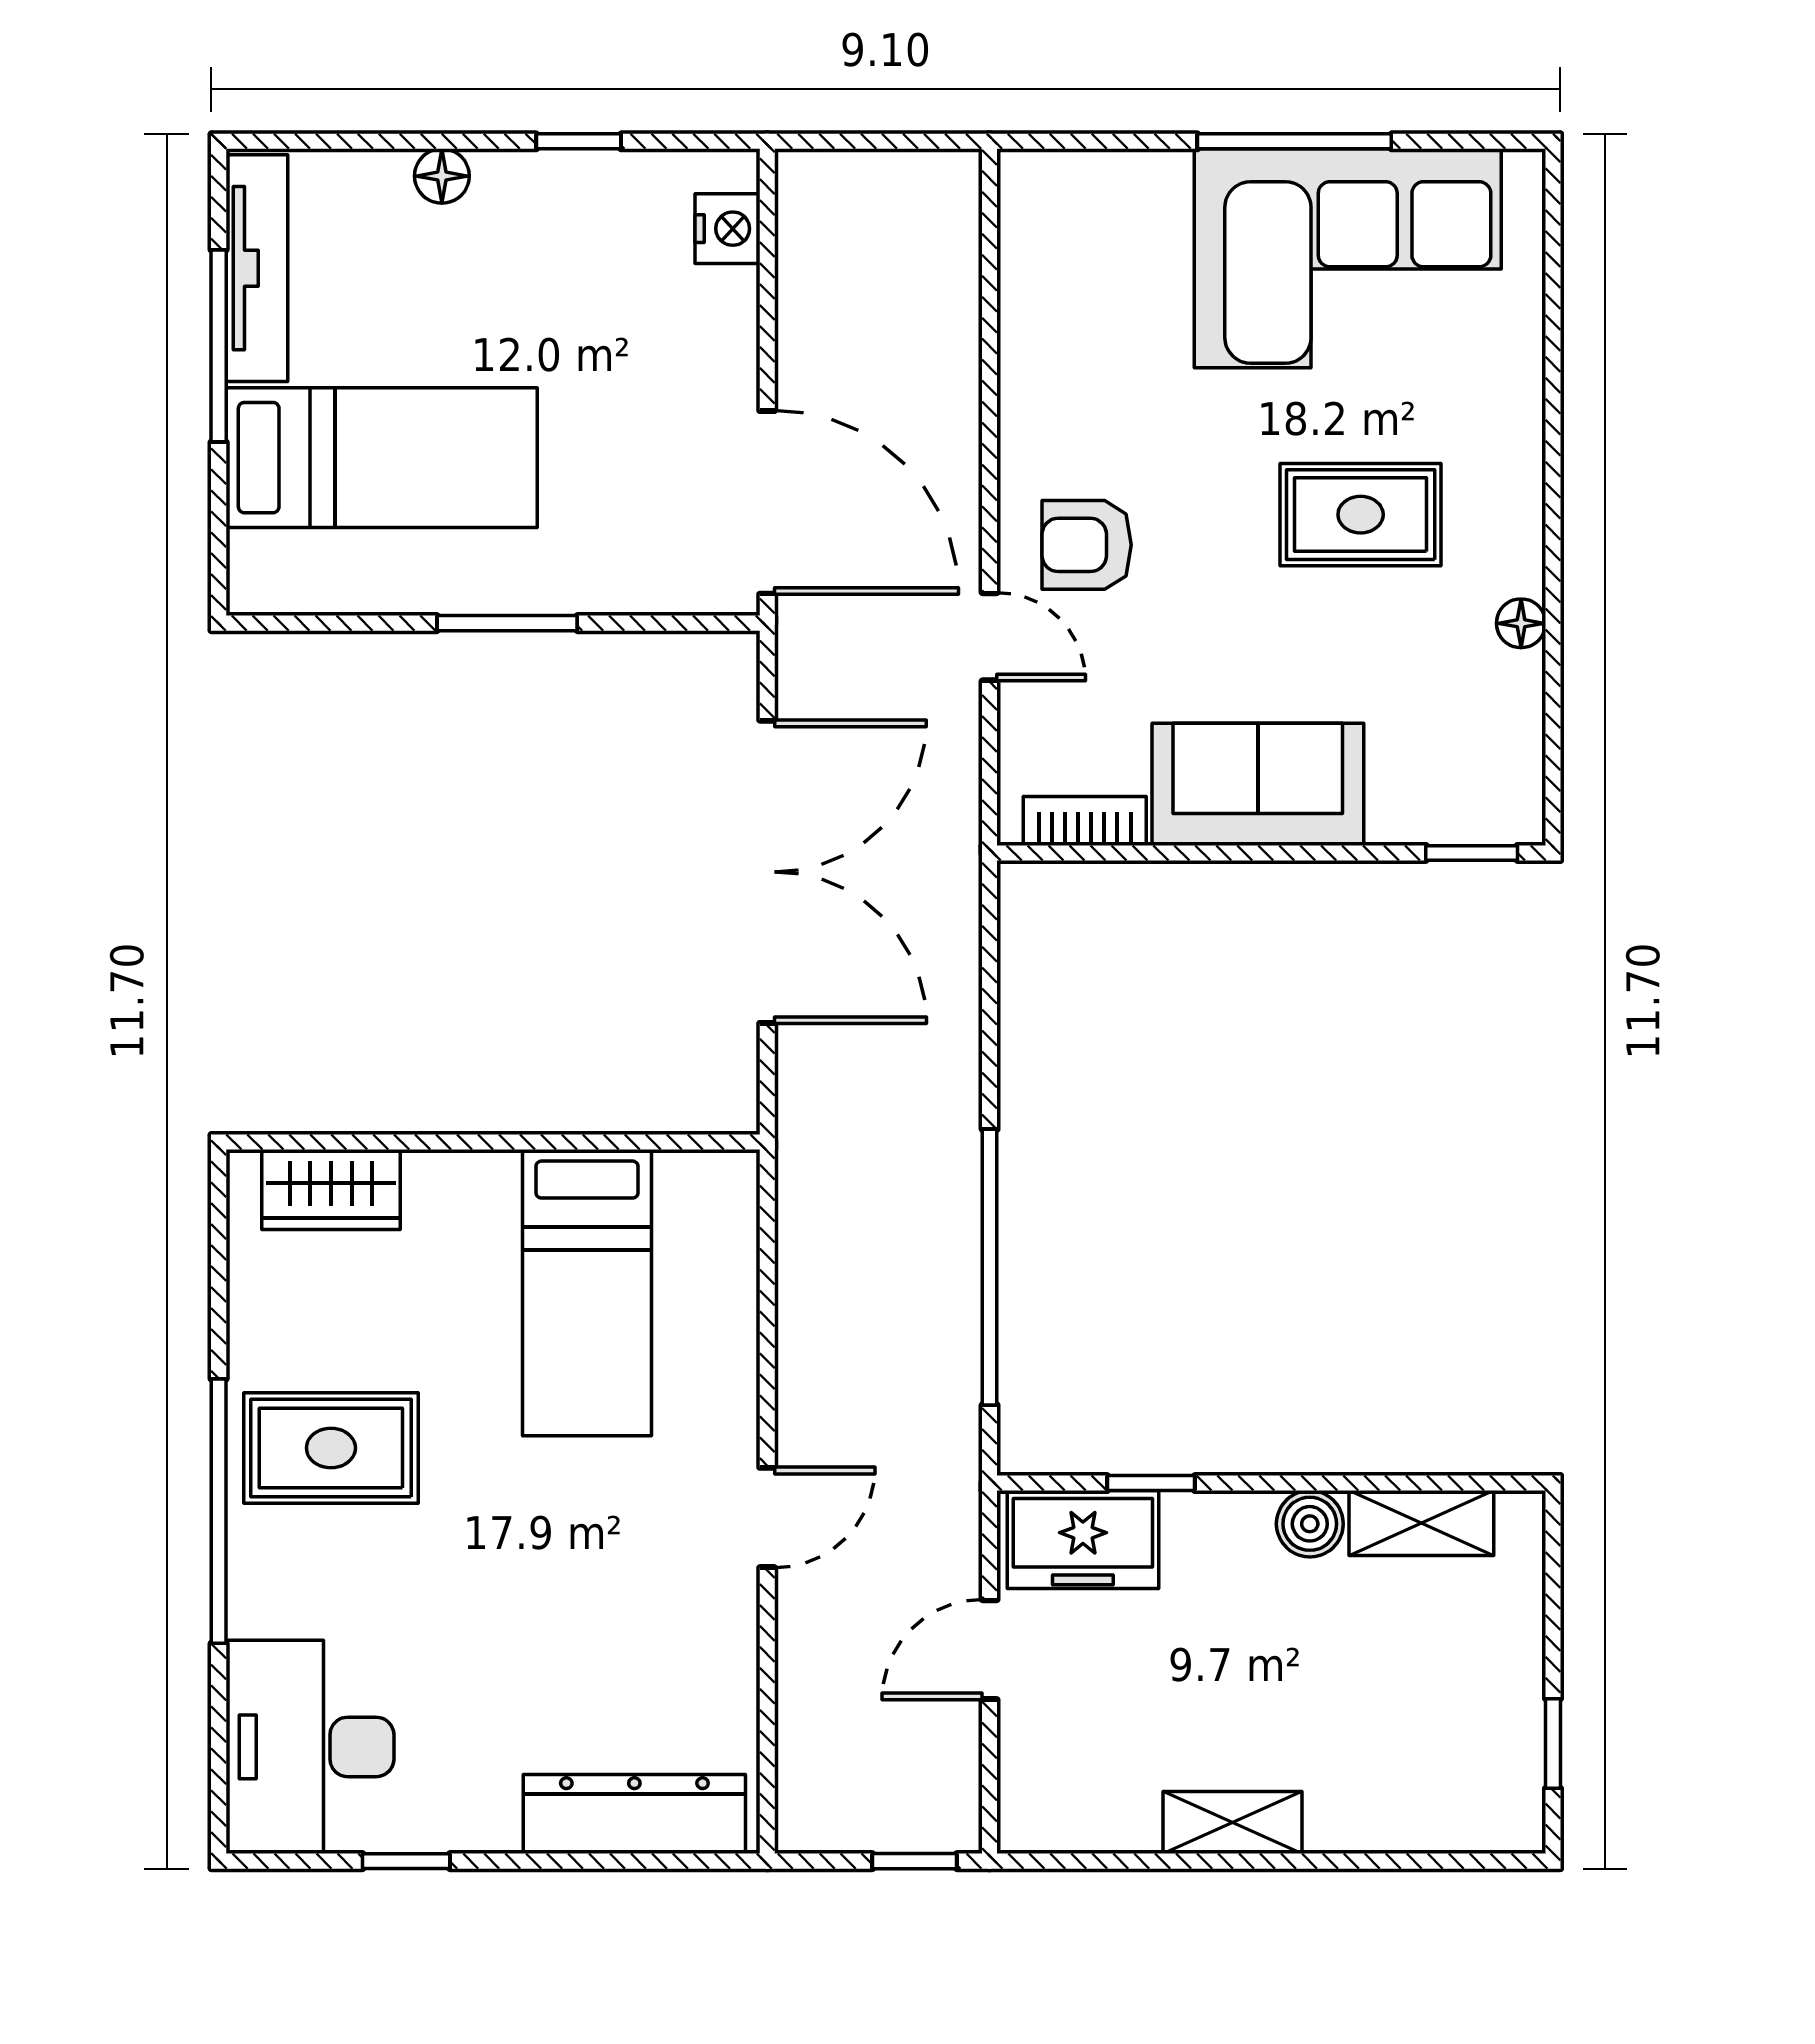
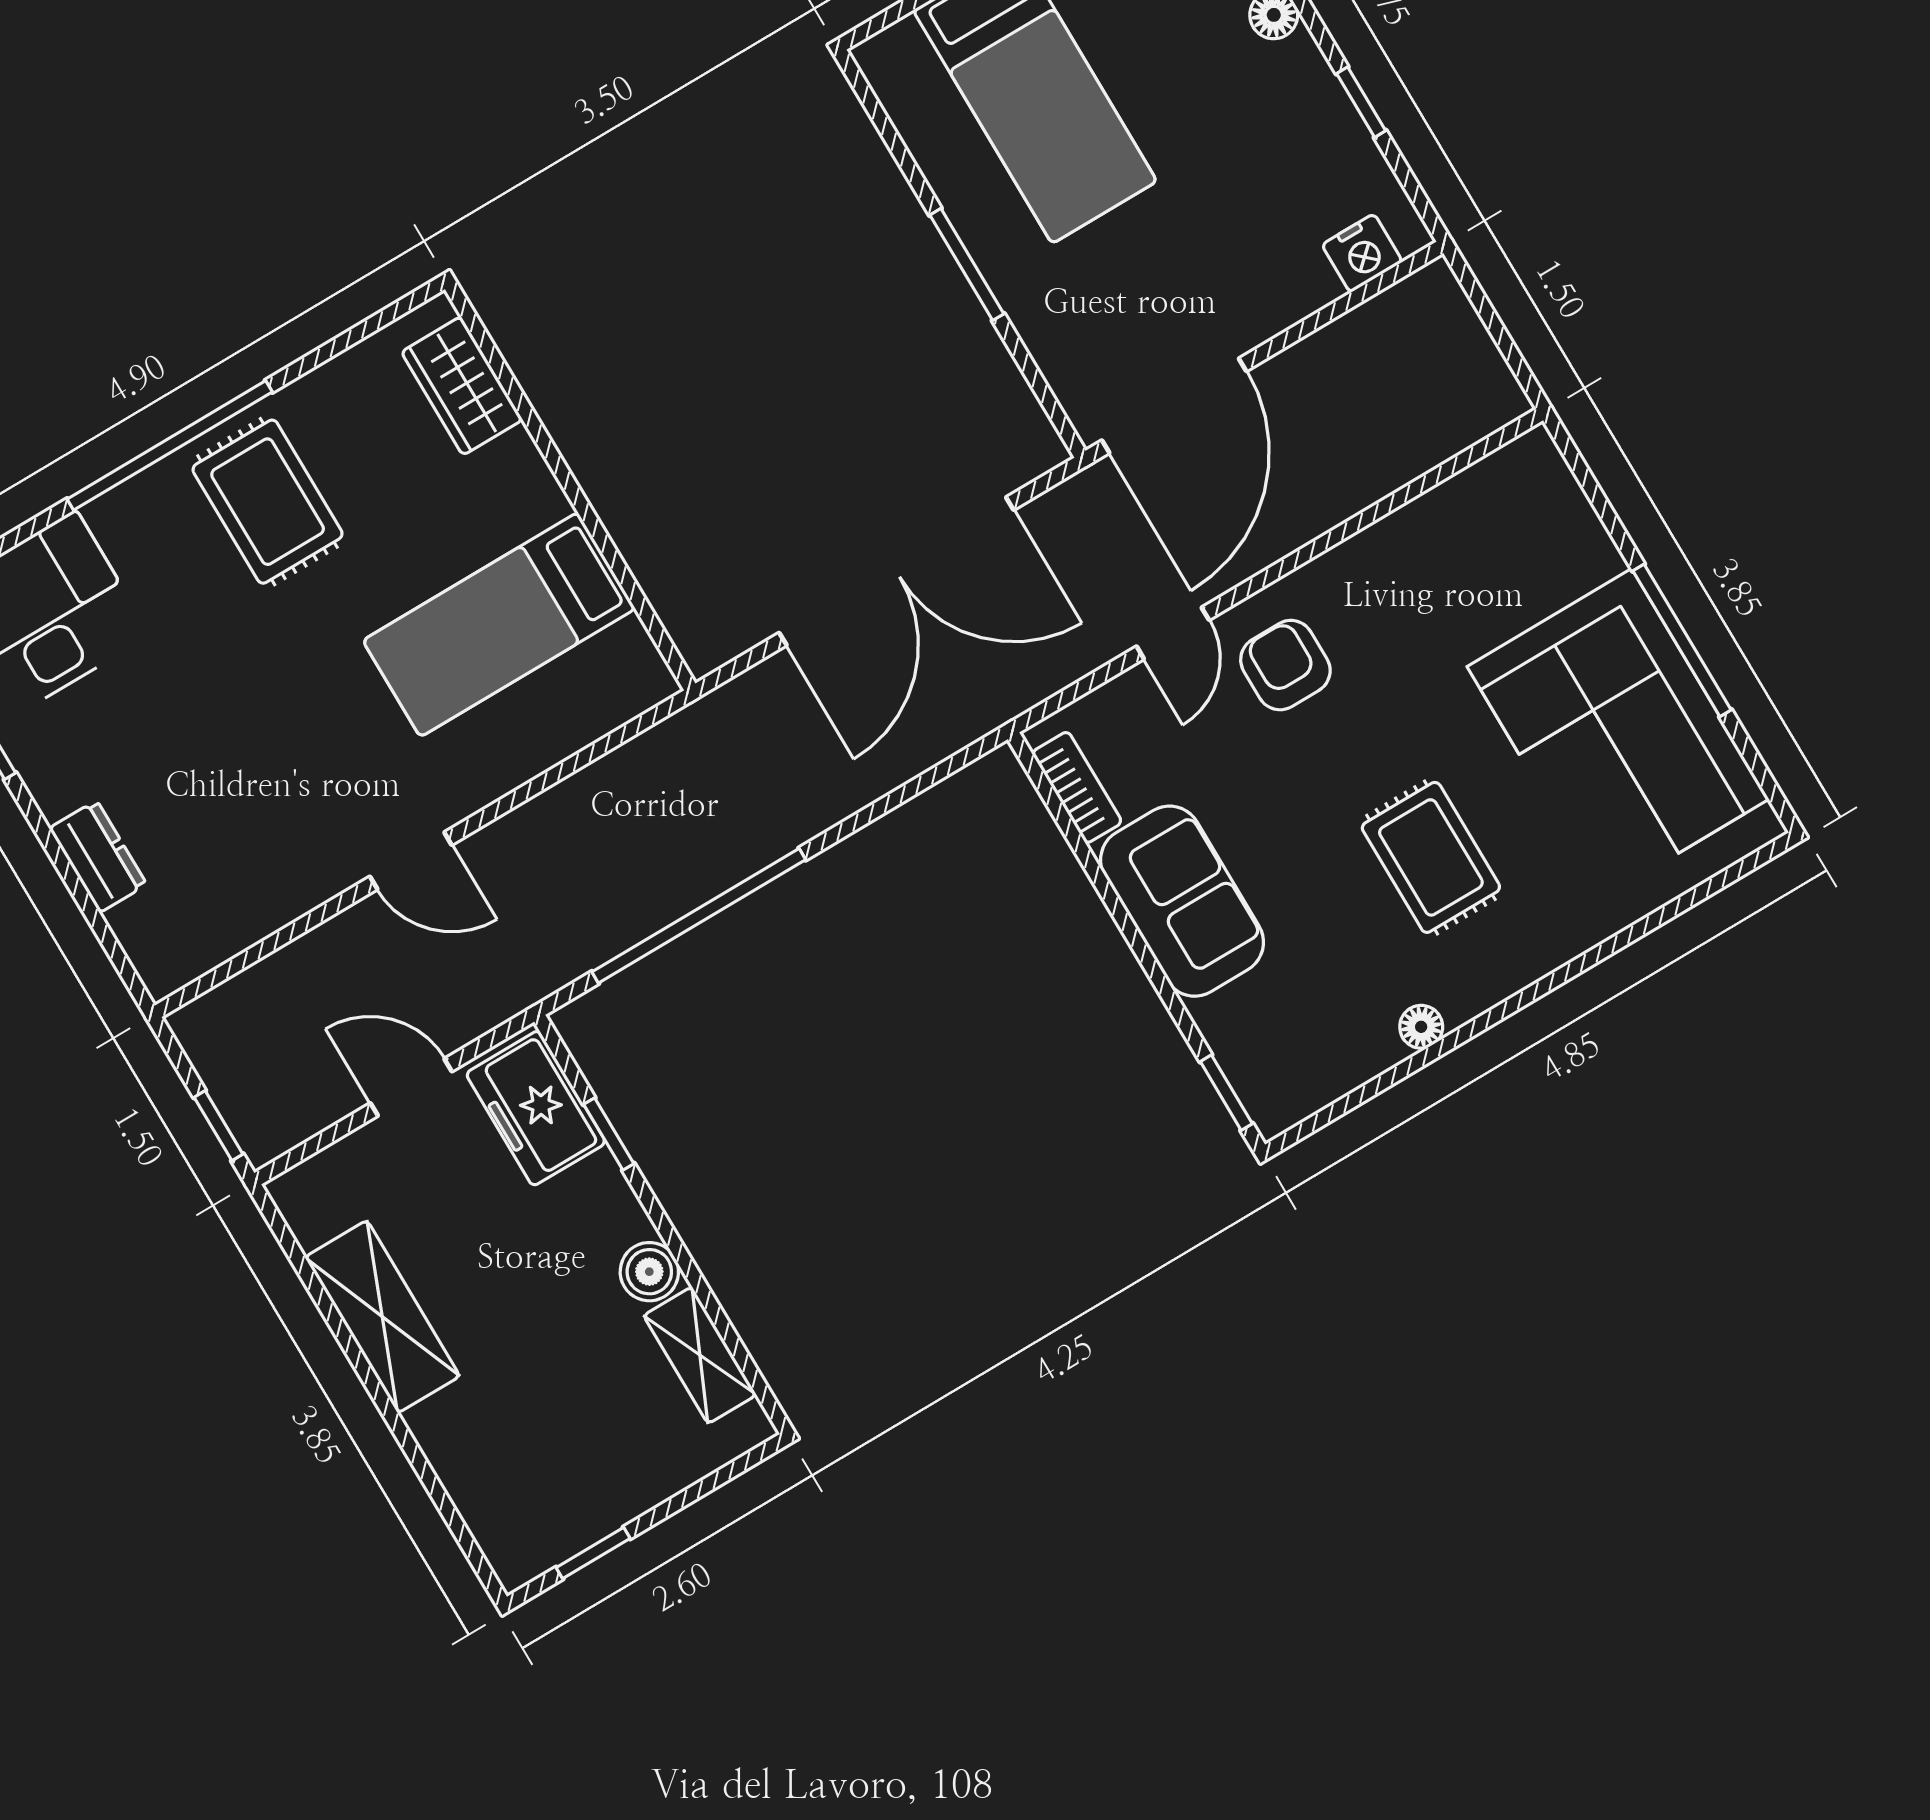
dresser: (634, 1814) -> (98, 856), width x0.51, depth x0.80
shelving: (1232, 1823) -> (382, 1317), width x1.50, depth x1.33

